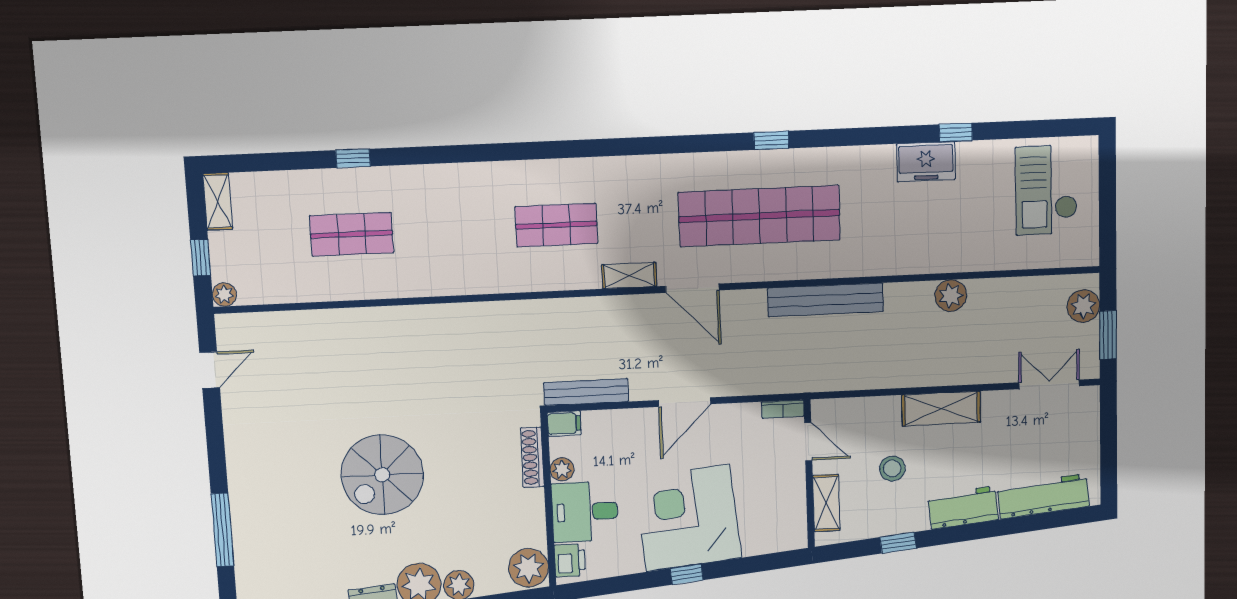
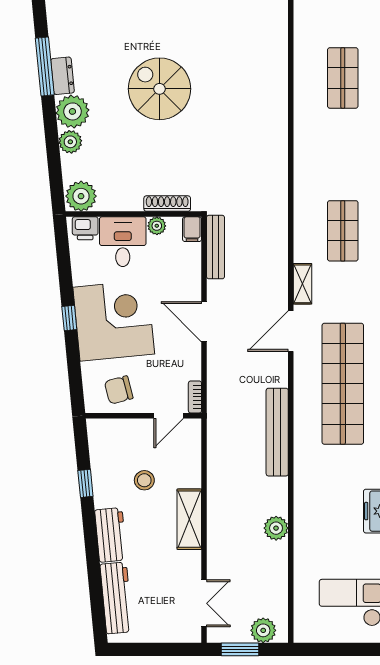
shelving: (826, 503) -> (120, 428), removed
chair: (777, 507) -> (119, 390), added

